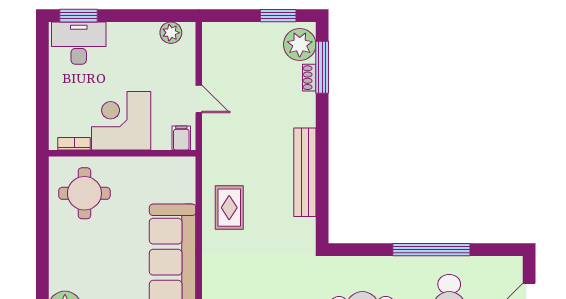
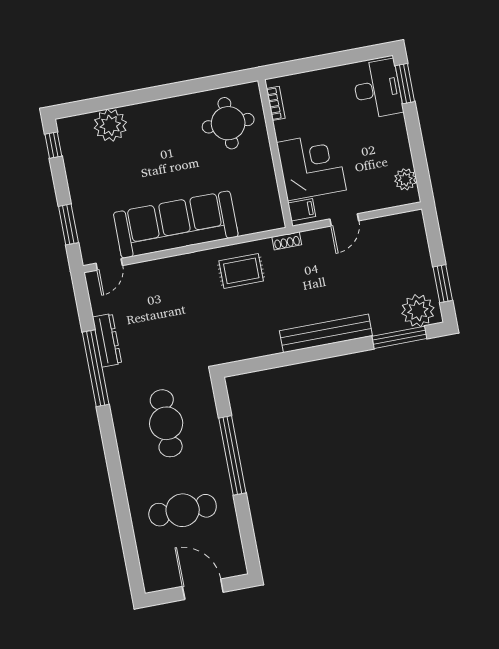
shoe rack: (309, 78) -> (287, 241), moved, turned 180
corner desk: (121, 121) -> (311, 166), moved
bench: (305, 172) -> (326, 333), moved
window: (431, 250) -> (232, 455), moved

